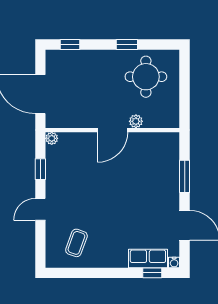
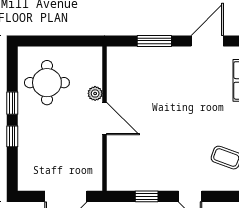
window: (70, 44) -> (12, 136), moved
plant: (52, 138) -> (113, 184), removed

